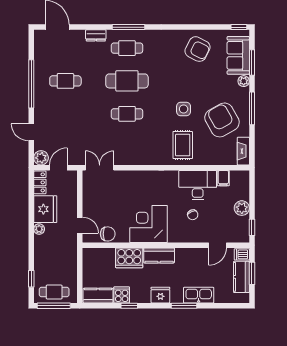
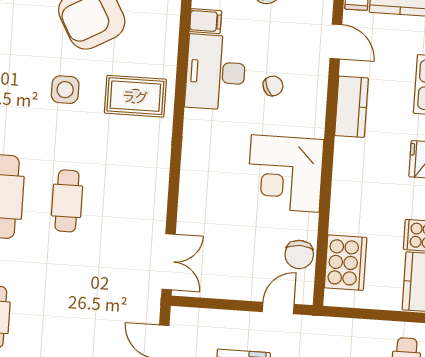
double door: (100, 168) -> (169, 262), swing flipped
chair: (108, 234) -> (299, 255), turned 180
kitchen counter: (159, 255) -> (352, 107), moved
cooker: (129, 258) -> (346, 263), moved

